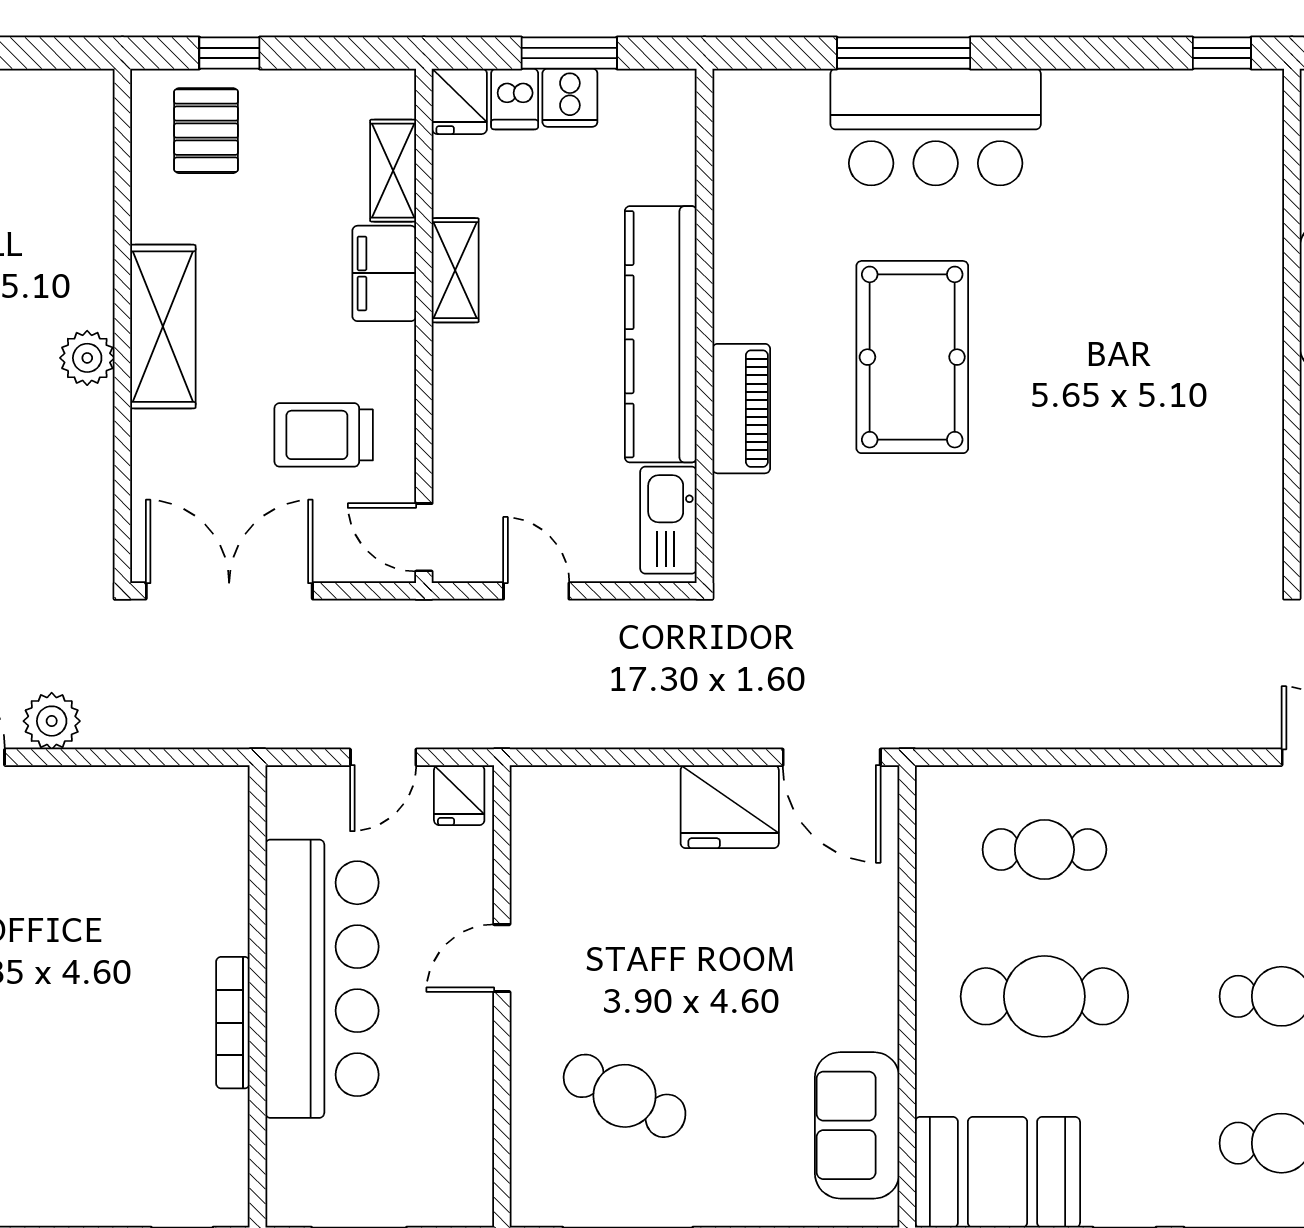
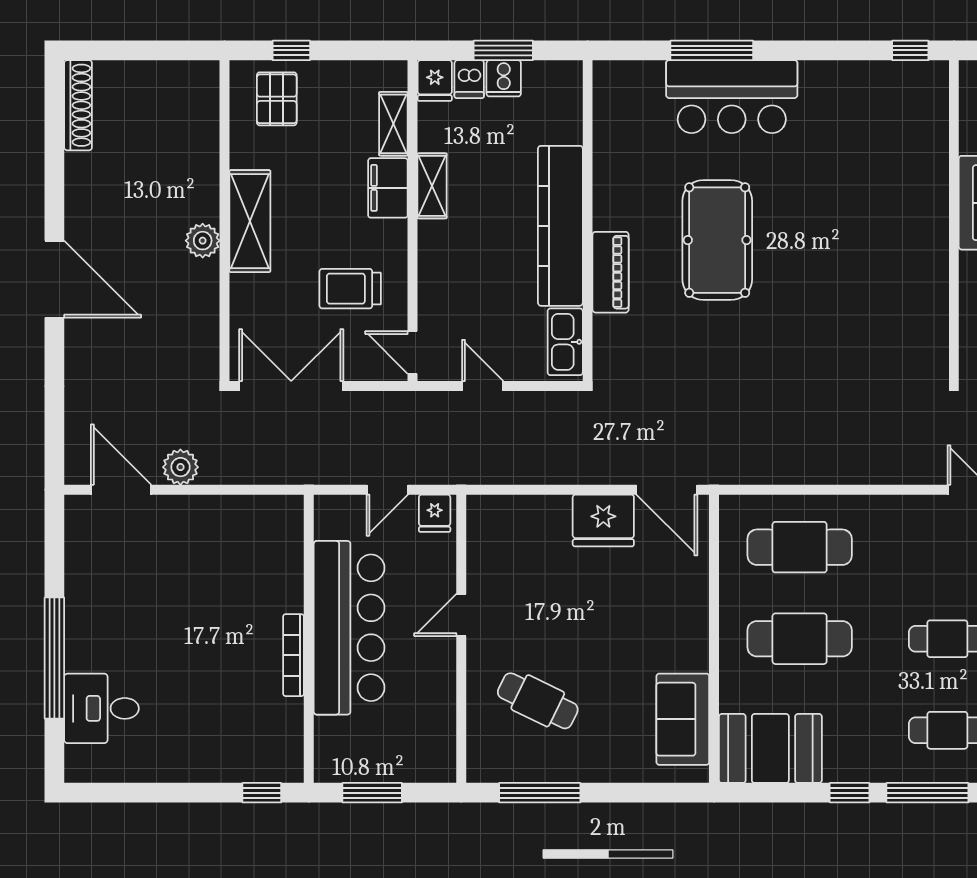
cafe table: (1044, 850) -> (800, 547), width x1.37, depth x1.35

